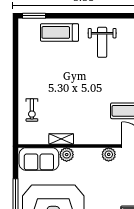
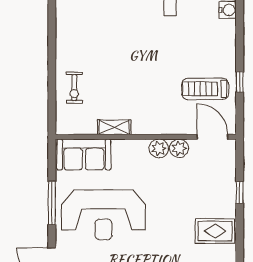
plant: (67, 155) -> (159, 148), moved

